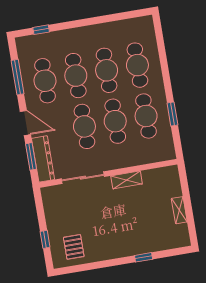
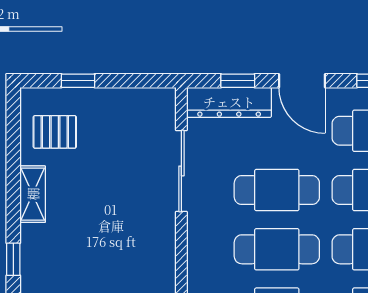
door: (25, 123) -> (302, 81), hinge flipped
window: (31, 156) -> (238, 81), width x0.67
shelving: (127, 180) -> (33, 194), moved

